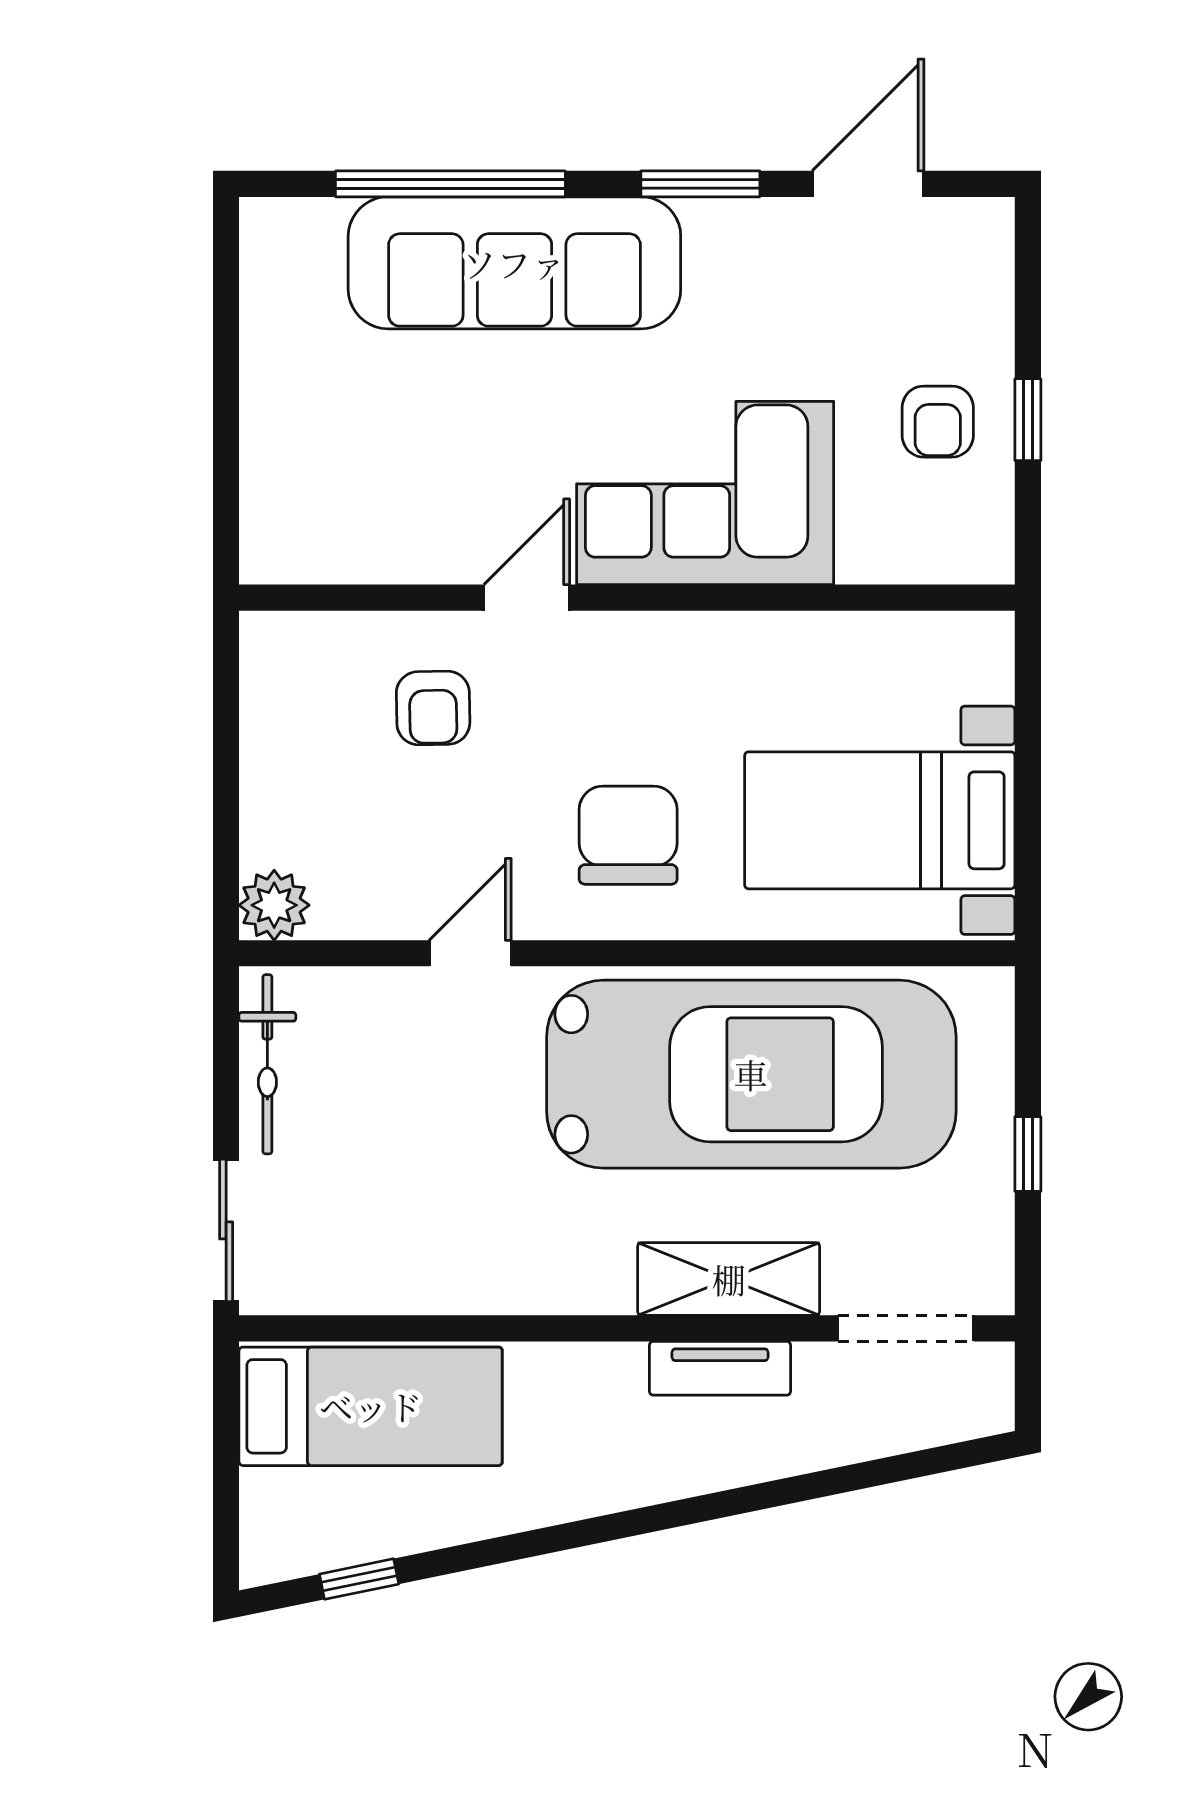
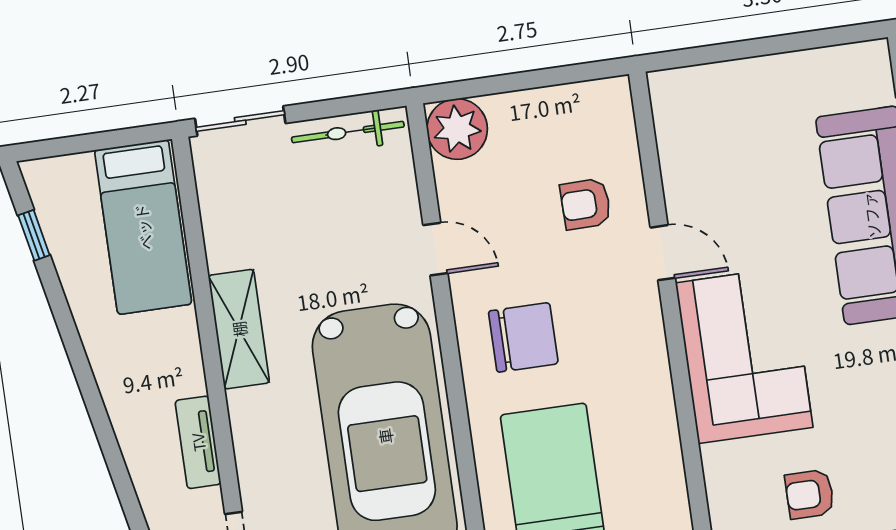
plant: (274, 905) -> (457, 129), width x1.36, depth x1.36
shelving: (729, 1279) -> (239, 329), moved

